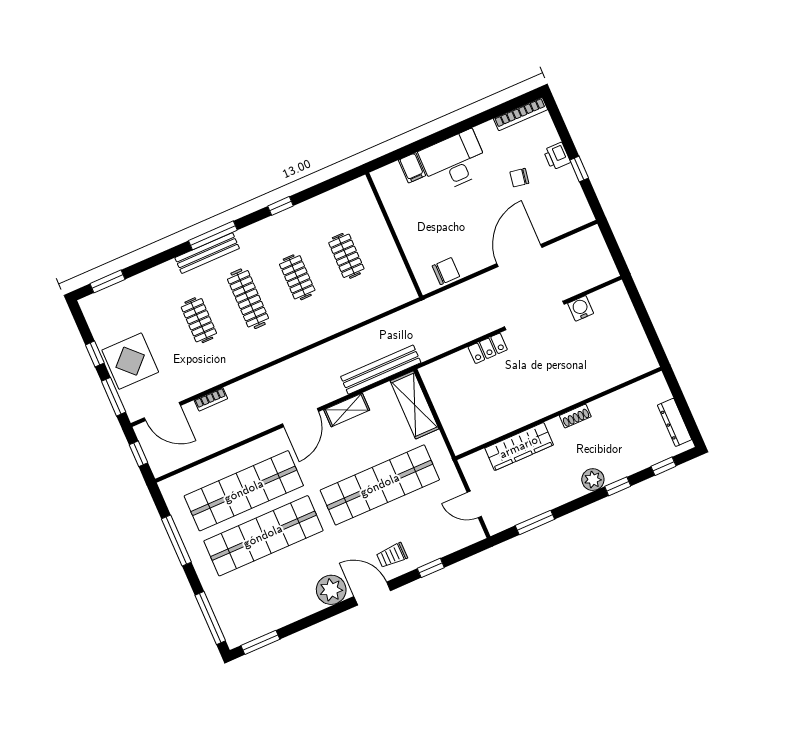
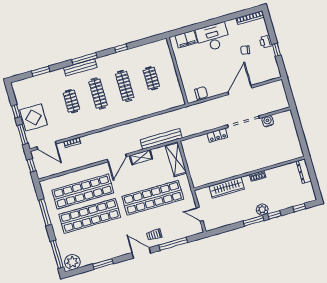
filing cabinet: (412, 168) -> (186, 39), width x2.00
clothes rail: (297, 277) -> (125, 86), width x1.36
window: (108, 281) -> (41, 71), moved
dresser: (675, 422) -> (304, 171), moved
window: (535, 522) -> (254, 221), moved
window: (431, 568) -> (173, 244), width x2.17
plant: (331, 590) -> (72, 262), moved
window: (260, 642) -> (103, 264), moved

